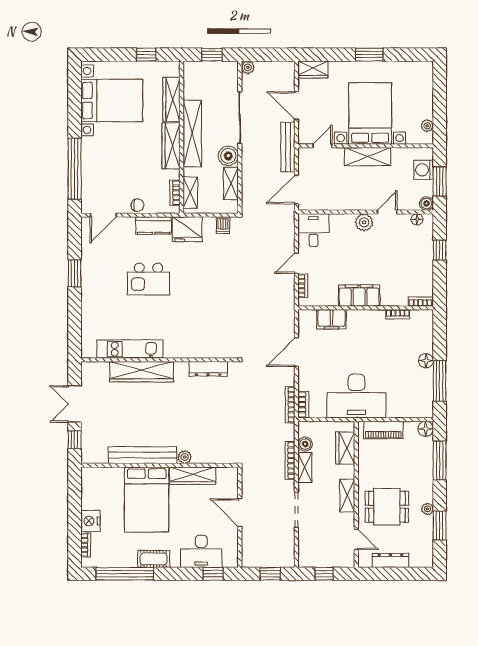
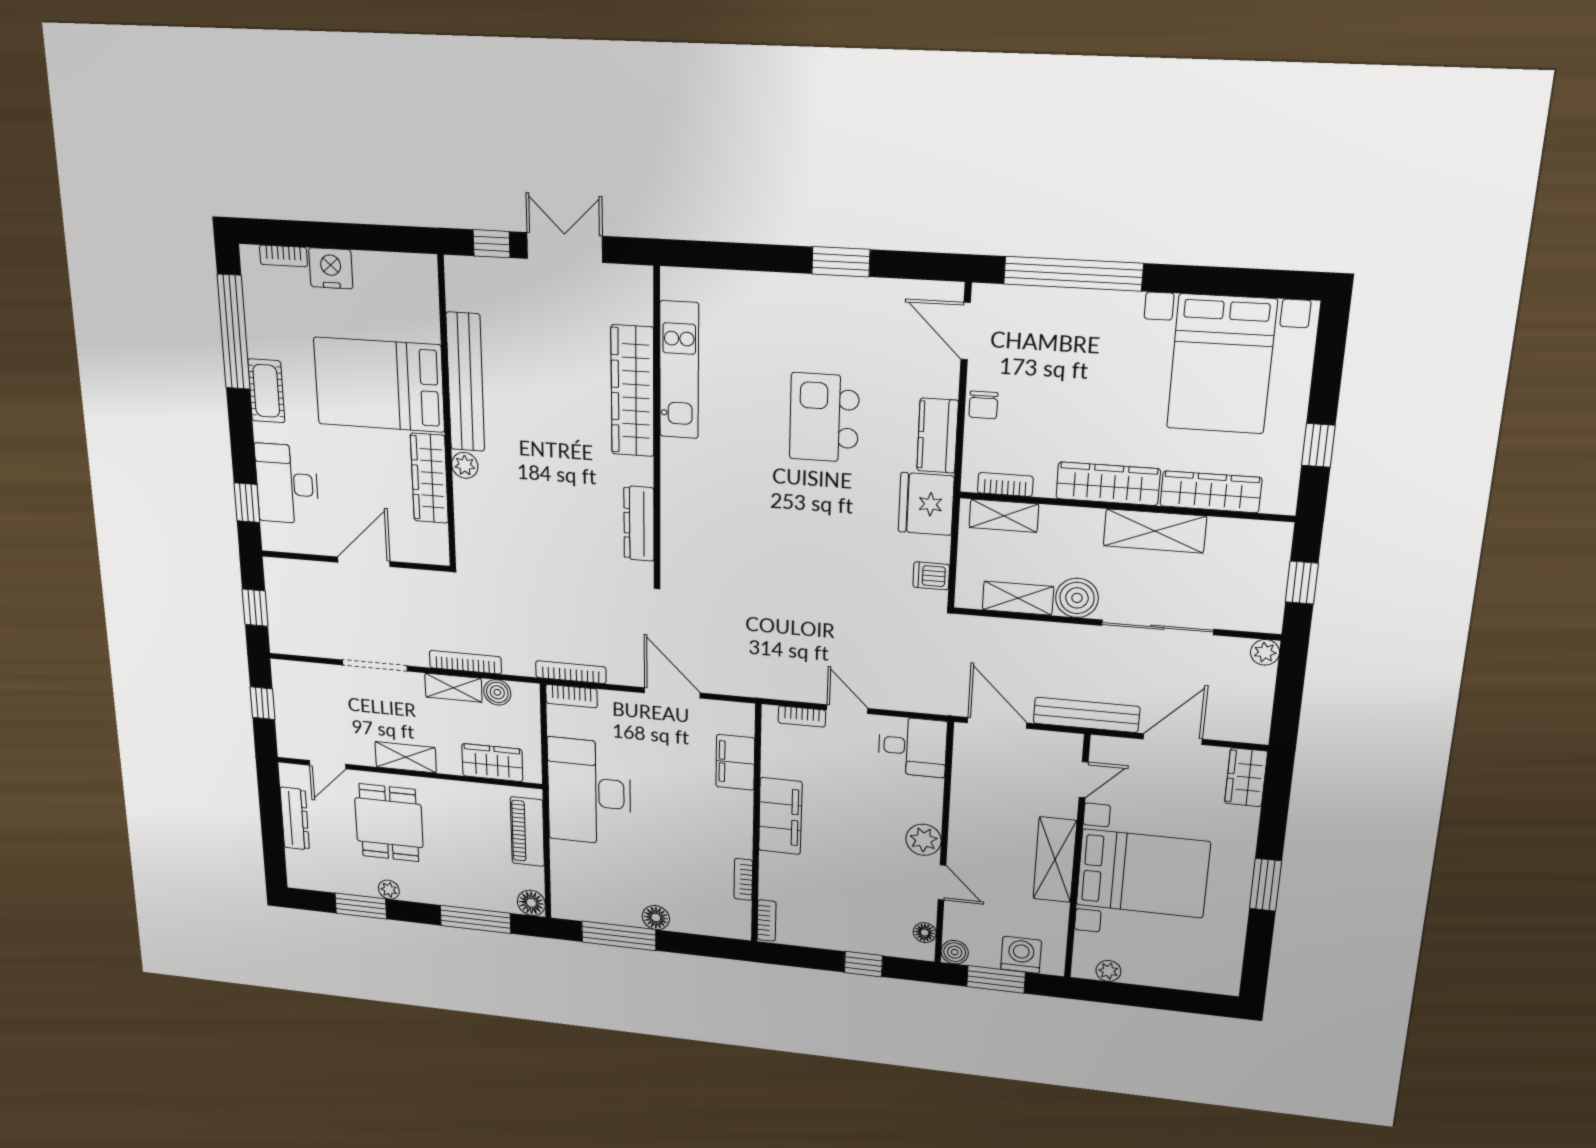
shelving: (192, 133) -> (1155, 531), width x0.68
door: (322, 146) -> (1084, 780), hinge flipped

